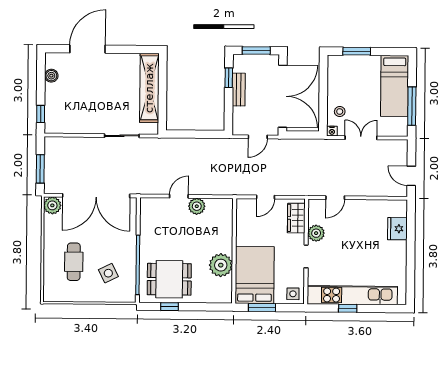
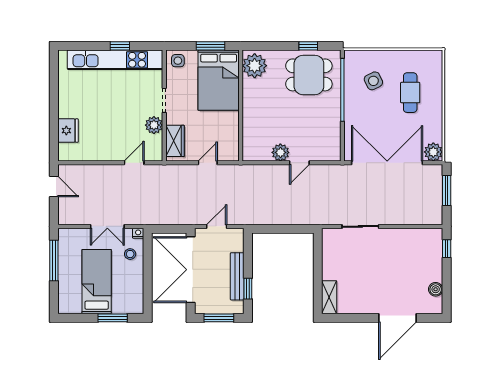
bed: (395, 86) -> (97, 282), moved
shelving: (149, 88) -> (329, 297), width x0.45, depth x0.75
bench: (239, 90) -> (237, 276), width x1.36
plant: (221, 265) -> (255, 66), moved

